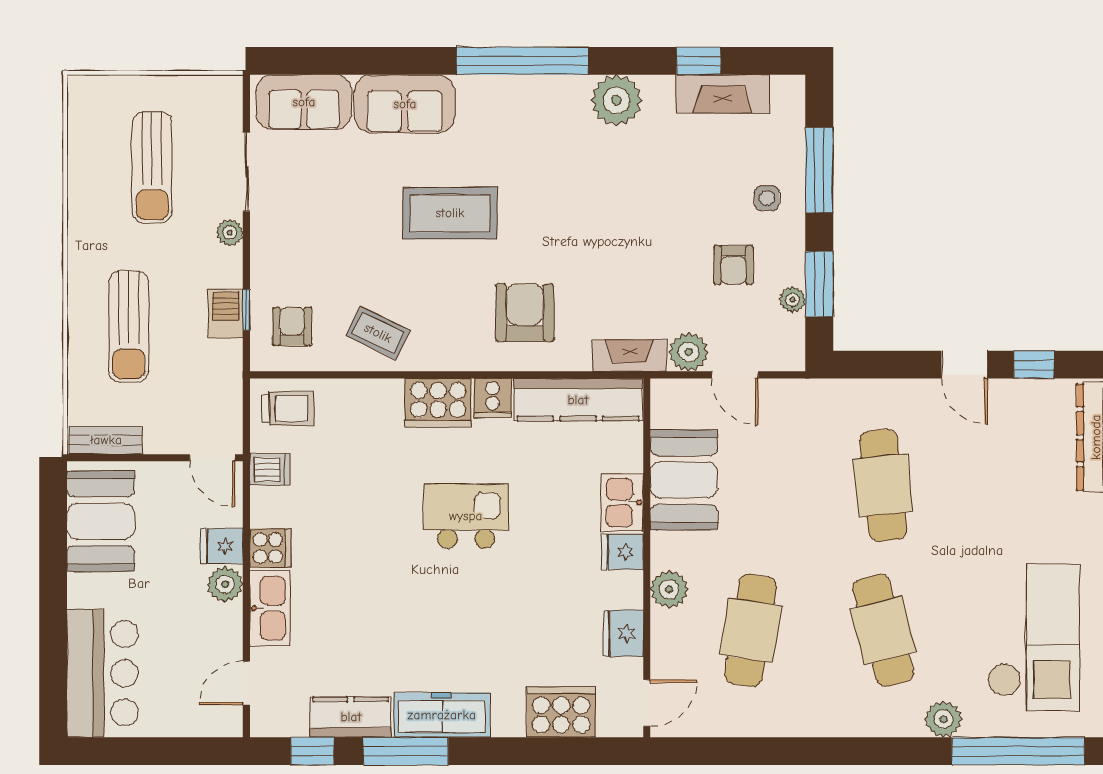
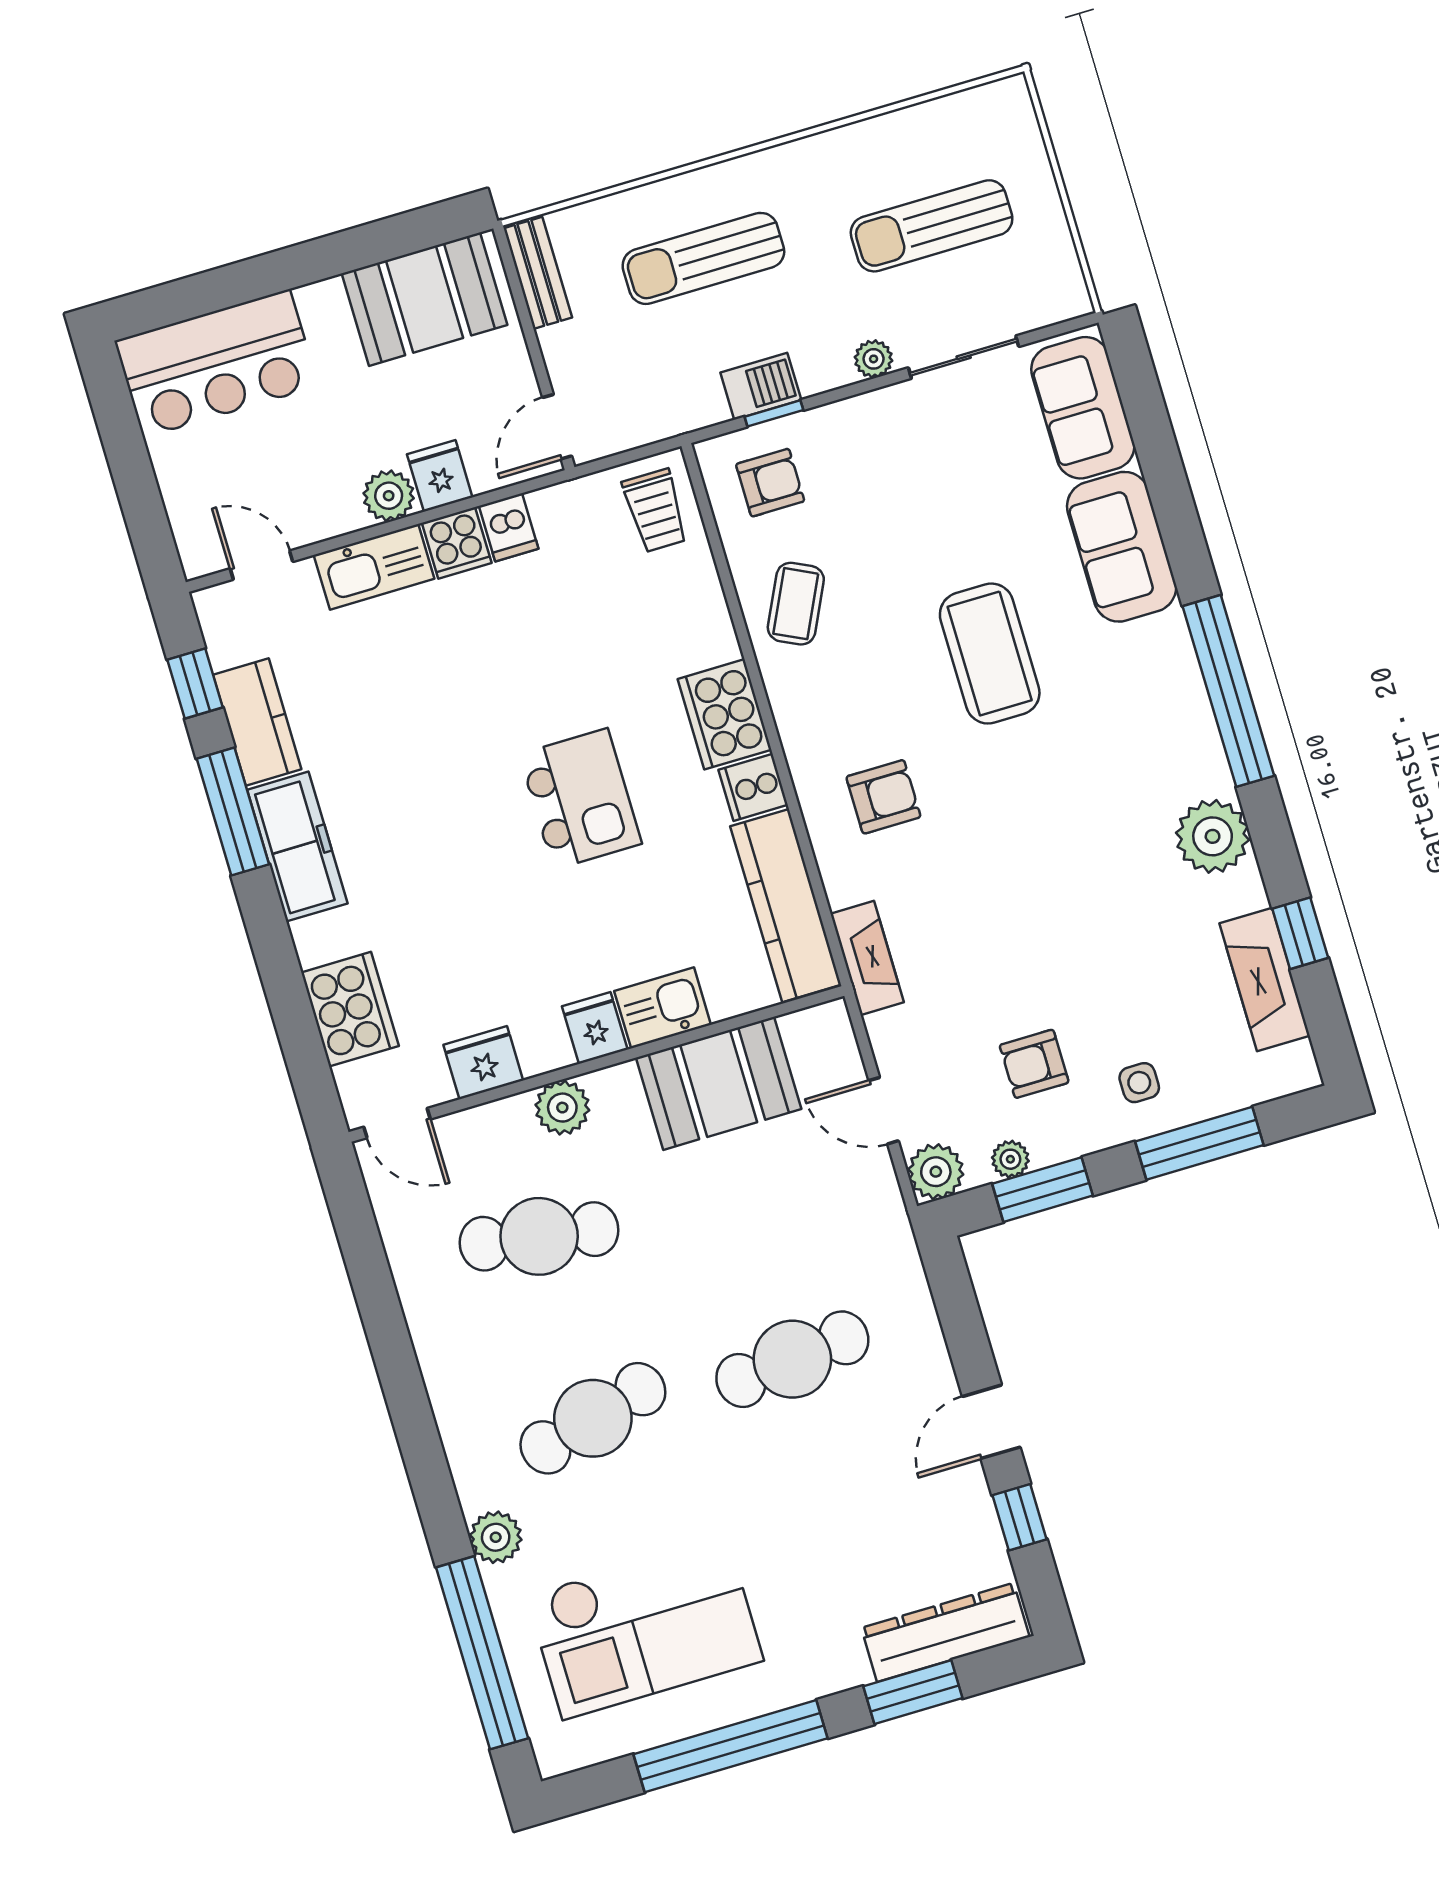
armchair: (525, 313) -> (883, 797), width x0.72, depth x0.72
plant: (689, 352) -> (936, 1172), moved
door: (735, 375) -> (884, 1111), hinge flipped
dishwasher: (270, 469) -> (509, 527), moved

